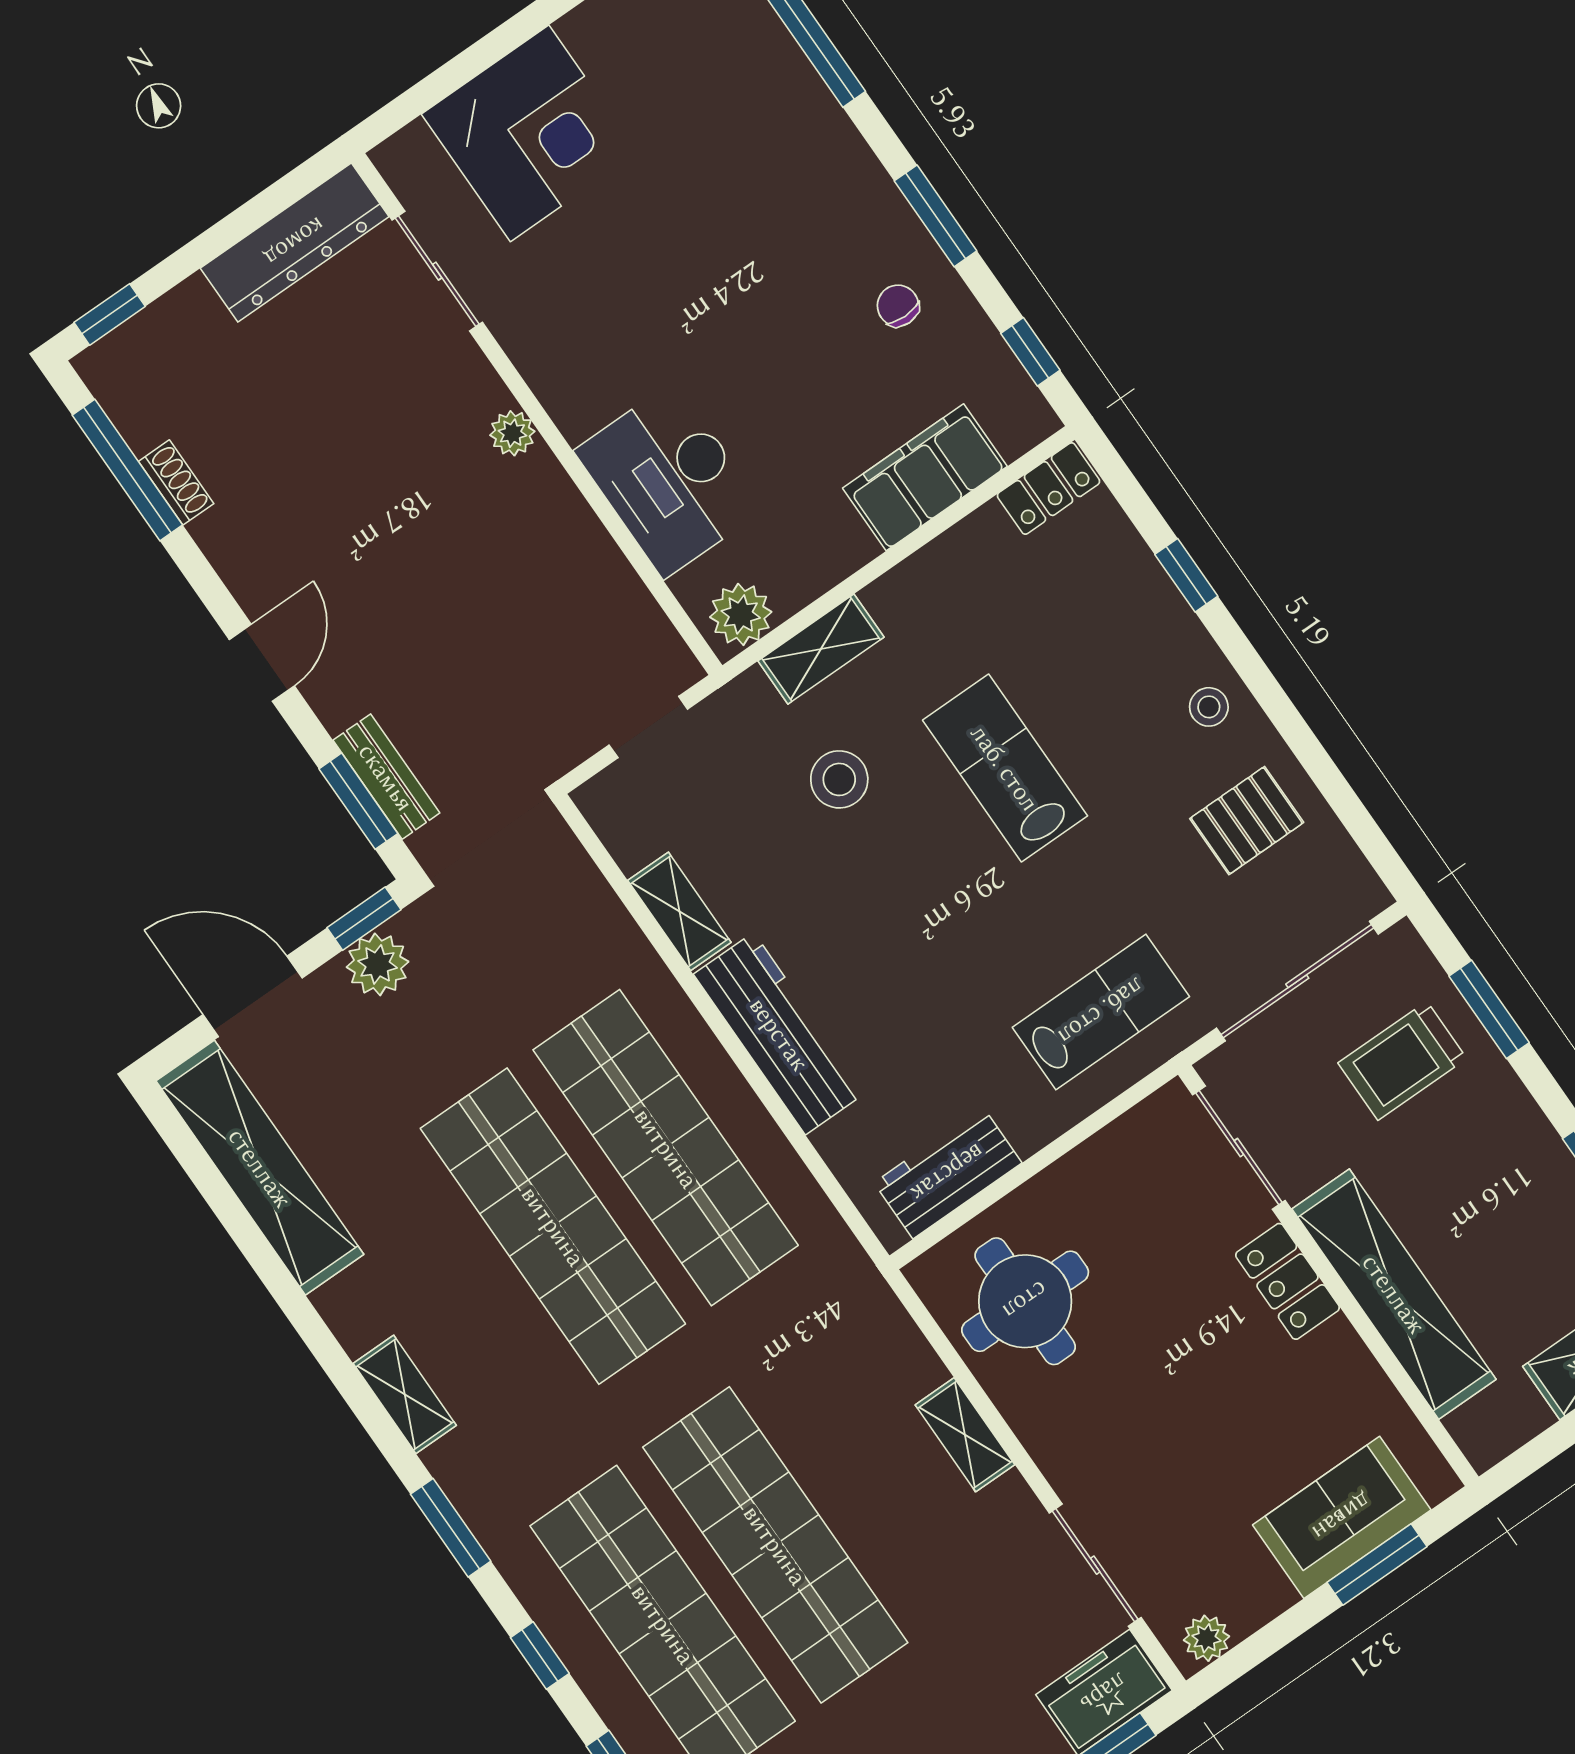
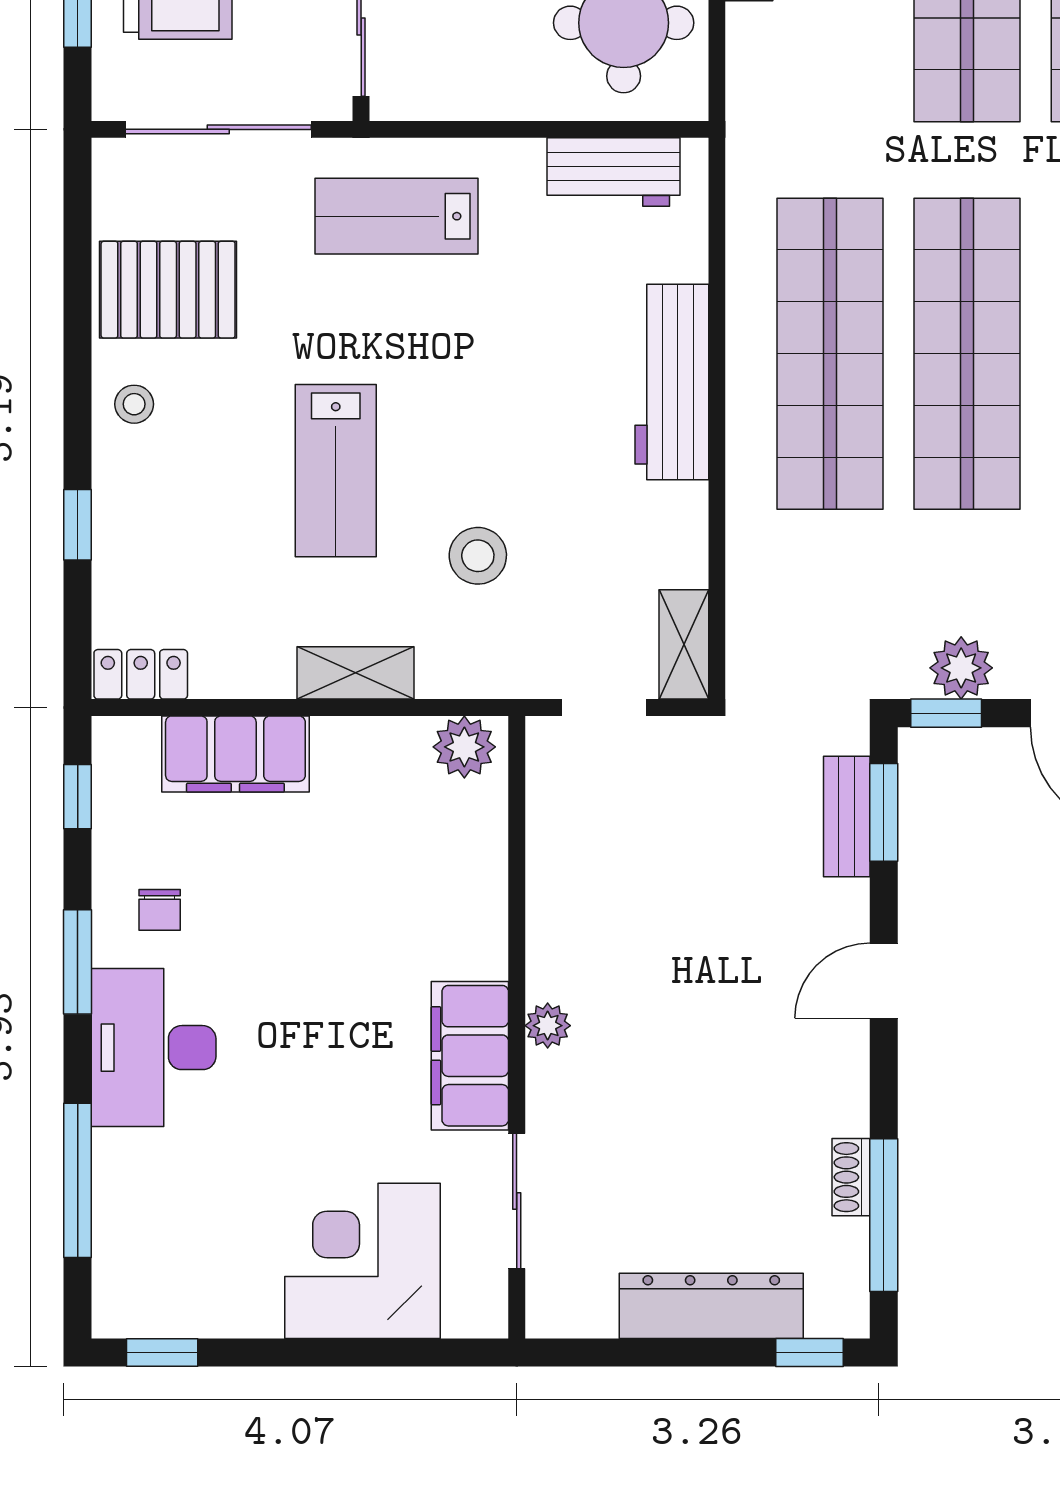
dresser: (295, 242) -> (711, 1306), moved
filing cabinet: (559, 364) -> (470, 1056), added
desk: (669, 480) -> (154, 1048), moved, turned 180
shelving: (821, 649) -> (356, 673), moved
pallet: (1247, 821) -> (168, 290), width x1.50, depth x1.42
shelving: (679, 911) -> (684, 644), moved

